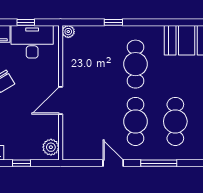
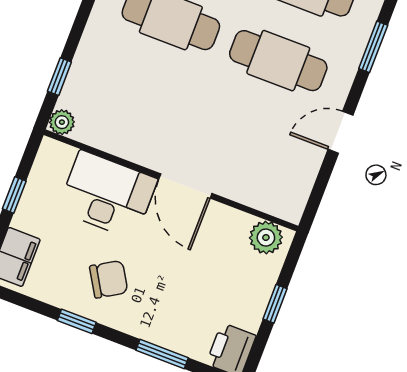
window: (113, 22) -> (59, 77), moved
desk: (32, 42) -> (107, 195), moved, turned 90
window: (159, 163) -> (373, 47), width x0.69

